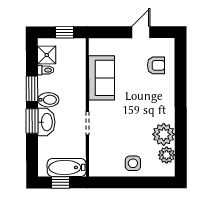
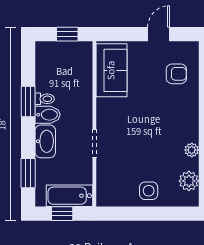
shower: (47, 55) -> (46, 61), removed
toilet: (46, 70) -> (45, 99), moved
sofa: (102, 78) -> (111, 70), moved
window: (32, 121) -> (28, 173), moved
plant: (164, 134) -> (192, 150), width x0.53, depth x0.53

